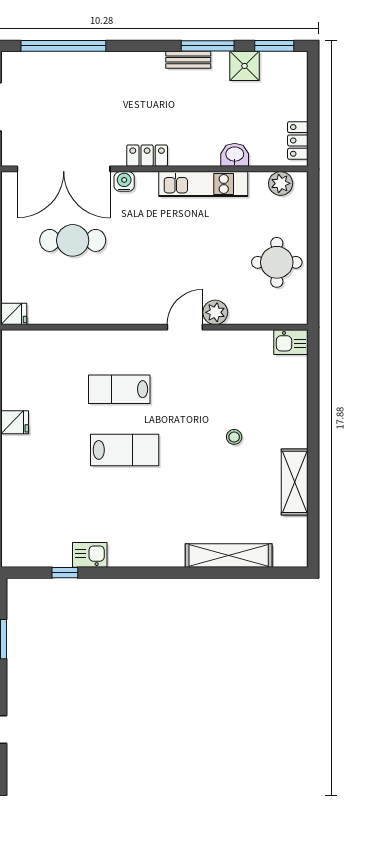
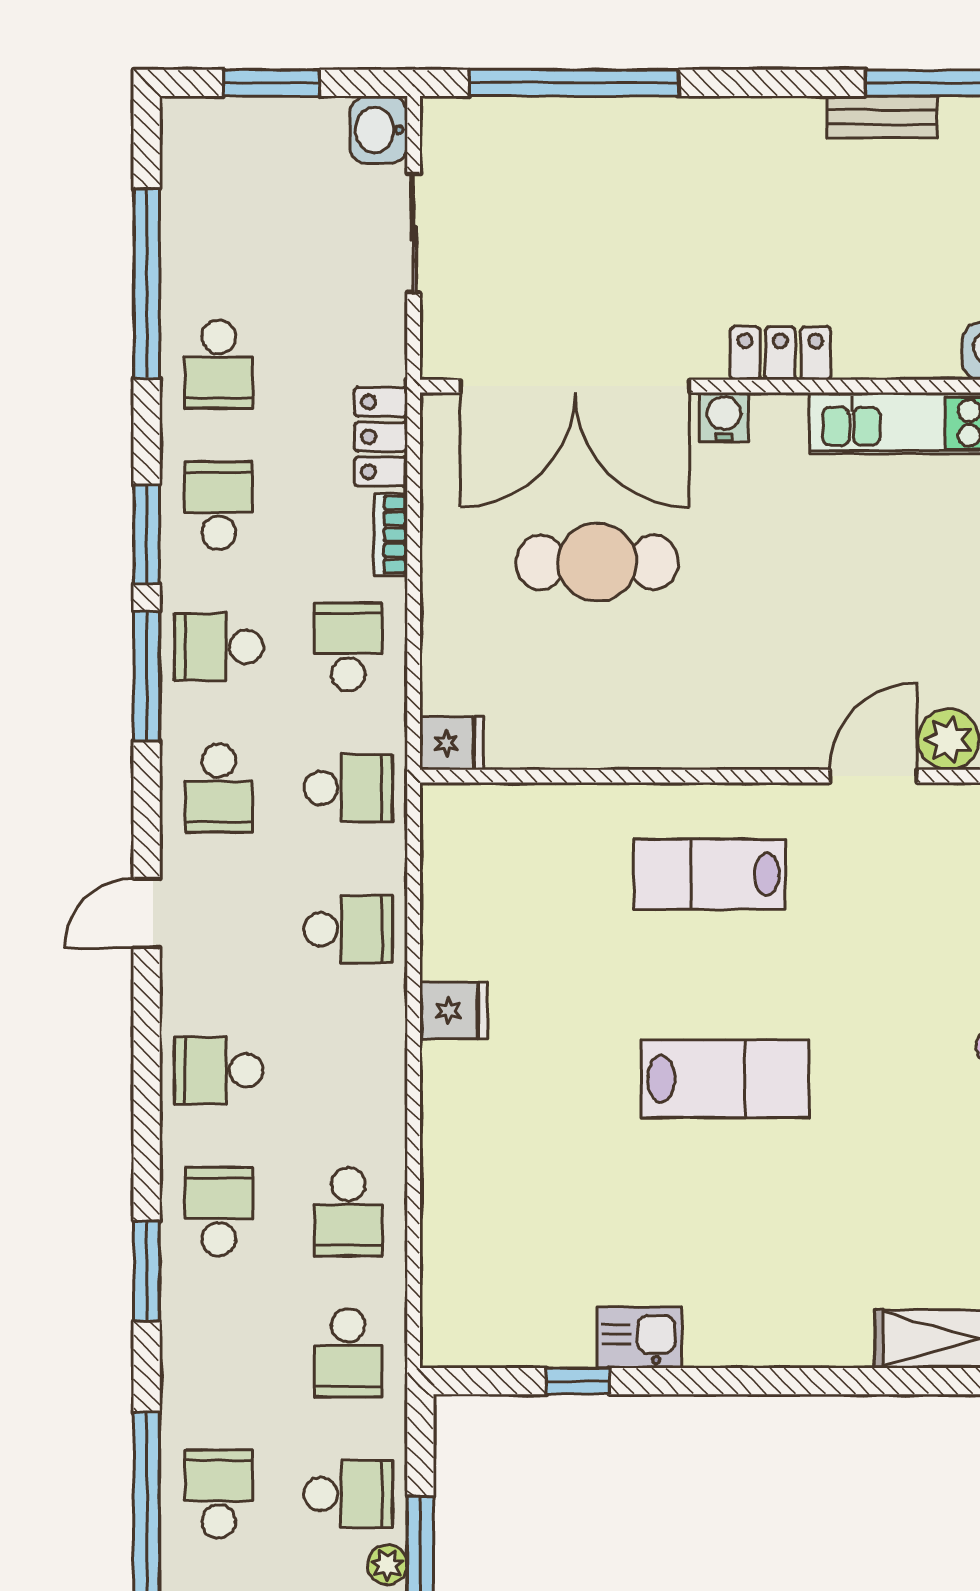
lab bench: (119, 389) -> (709, 874), moved

